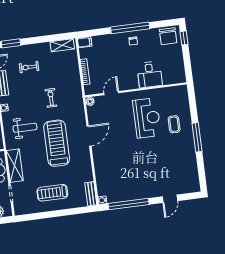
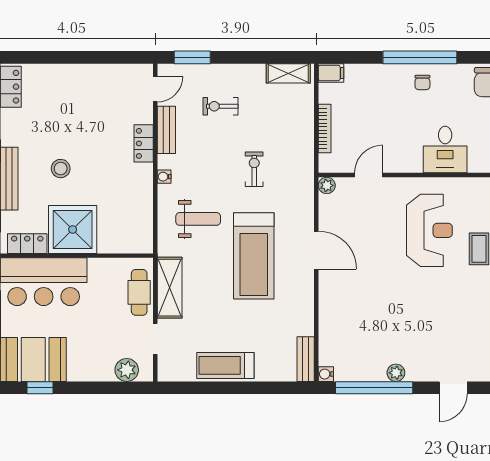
door: (89, 136) -> (316, 250), hinge flipped
treadmill: (57, 143) -> (254, 256), turned 180
treadmill: (52, 193) -> (225, 365), moved
plant: (139, 195) -> (396, 373), added

